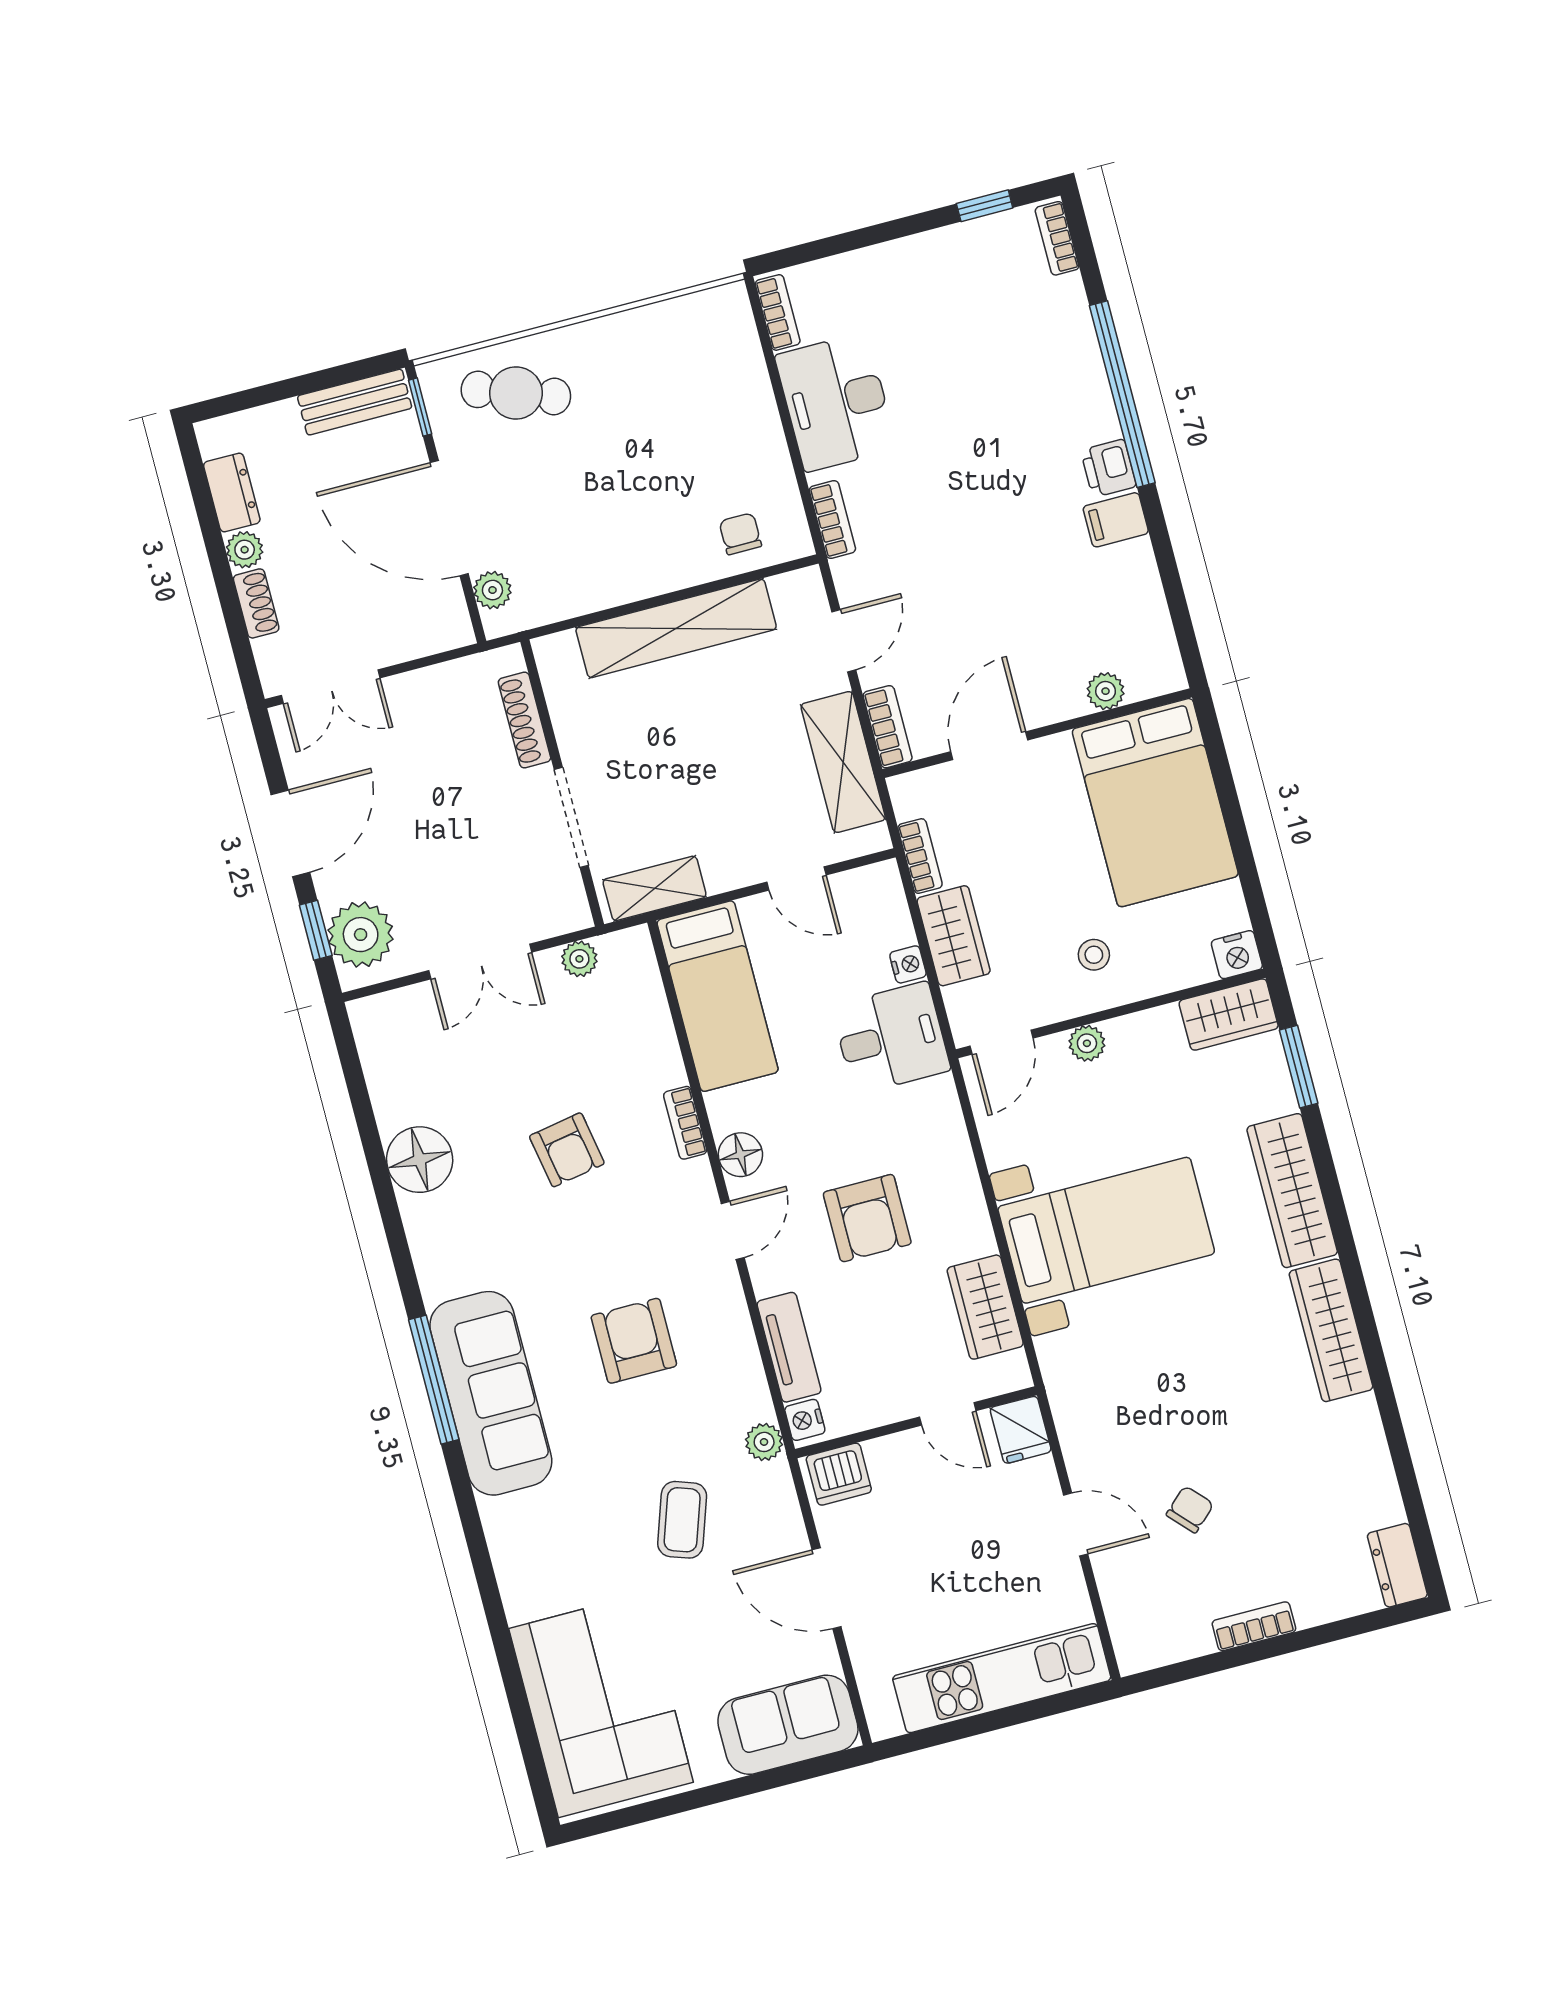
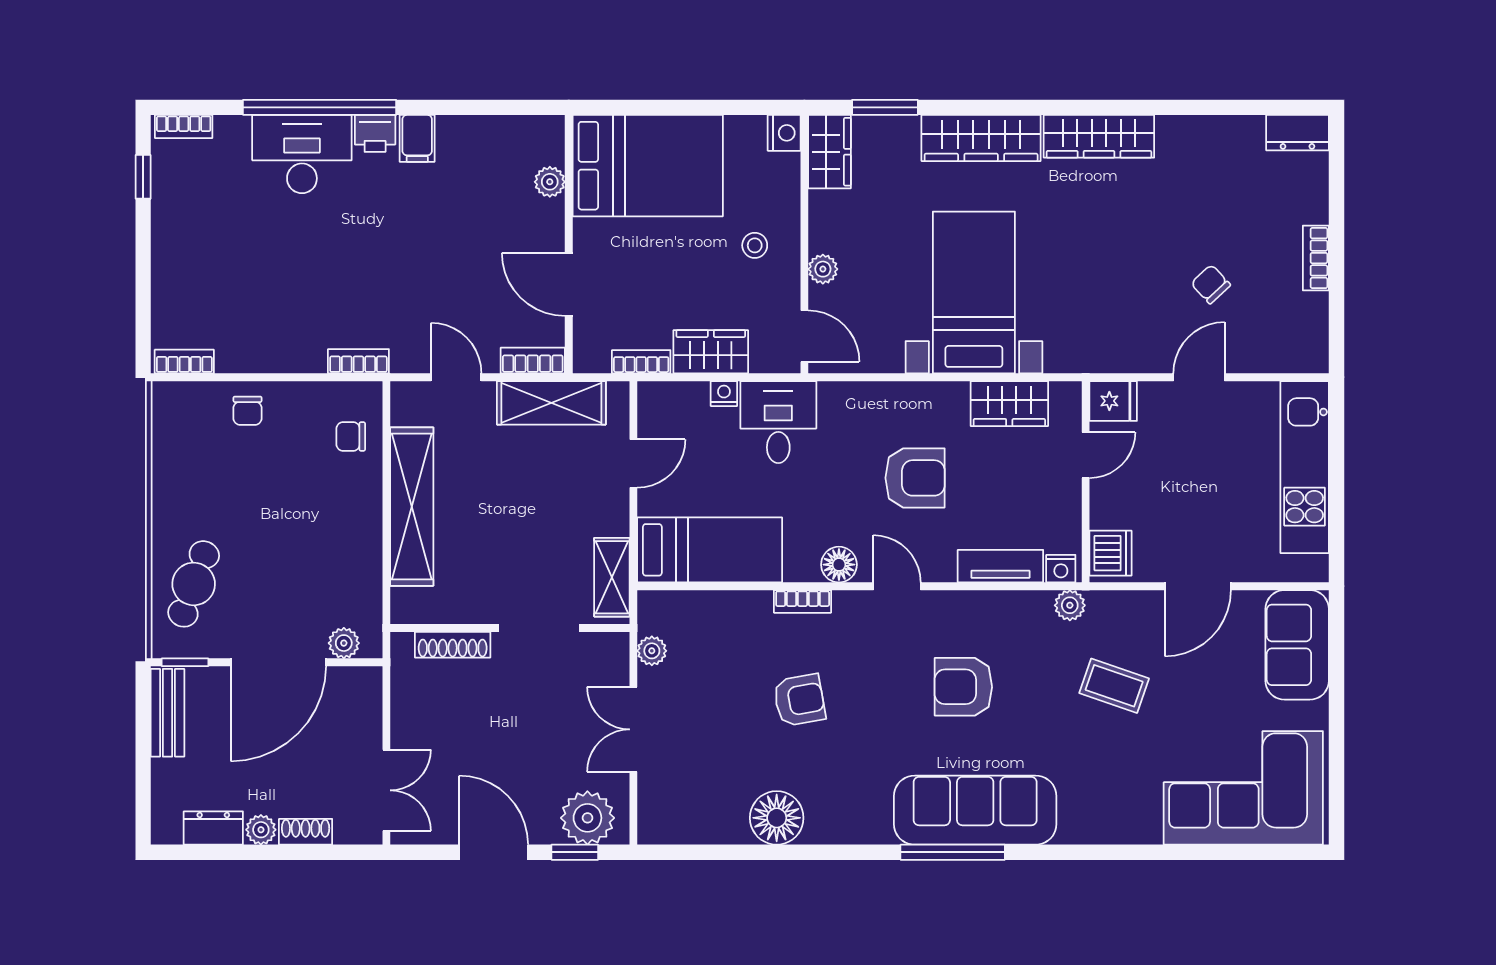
desk: (836, 402) -> (302, 154), moved, turned 180
chair: (739, 403) -> (248, 411), added
double door: (480, 961) -> (633, 729), swing flipped

